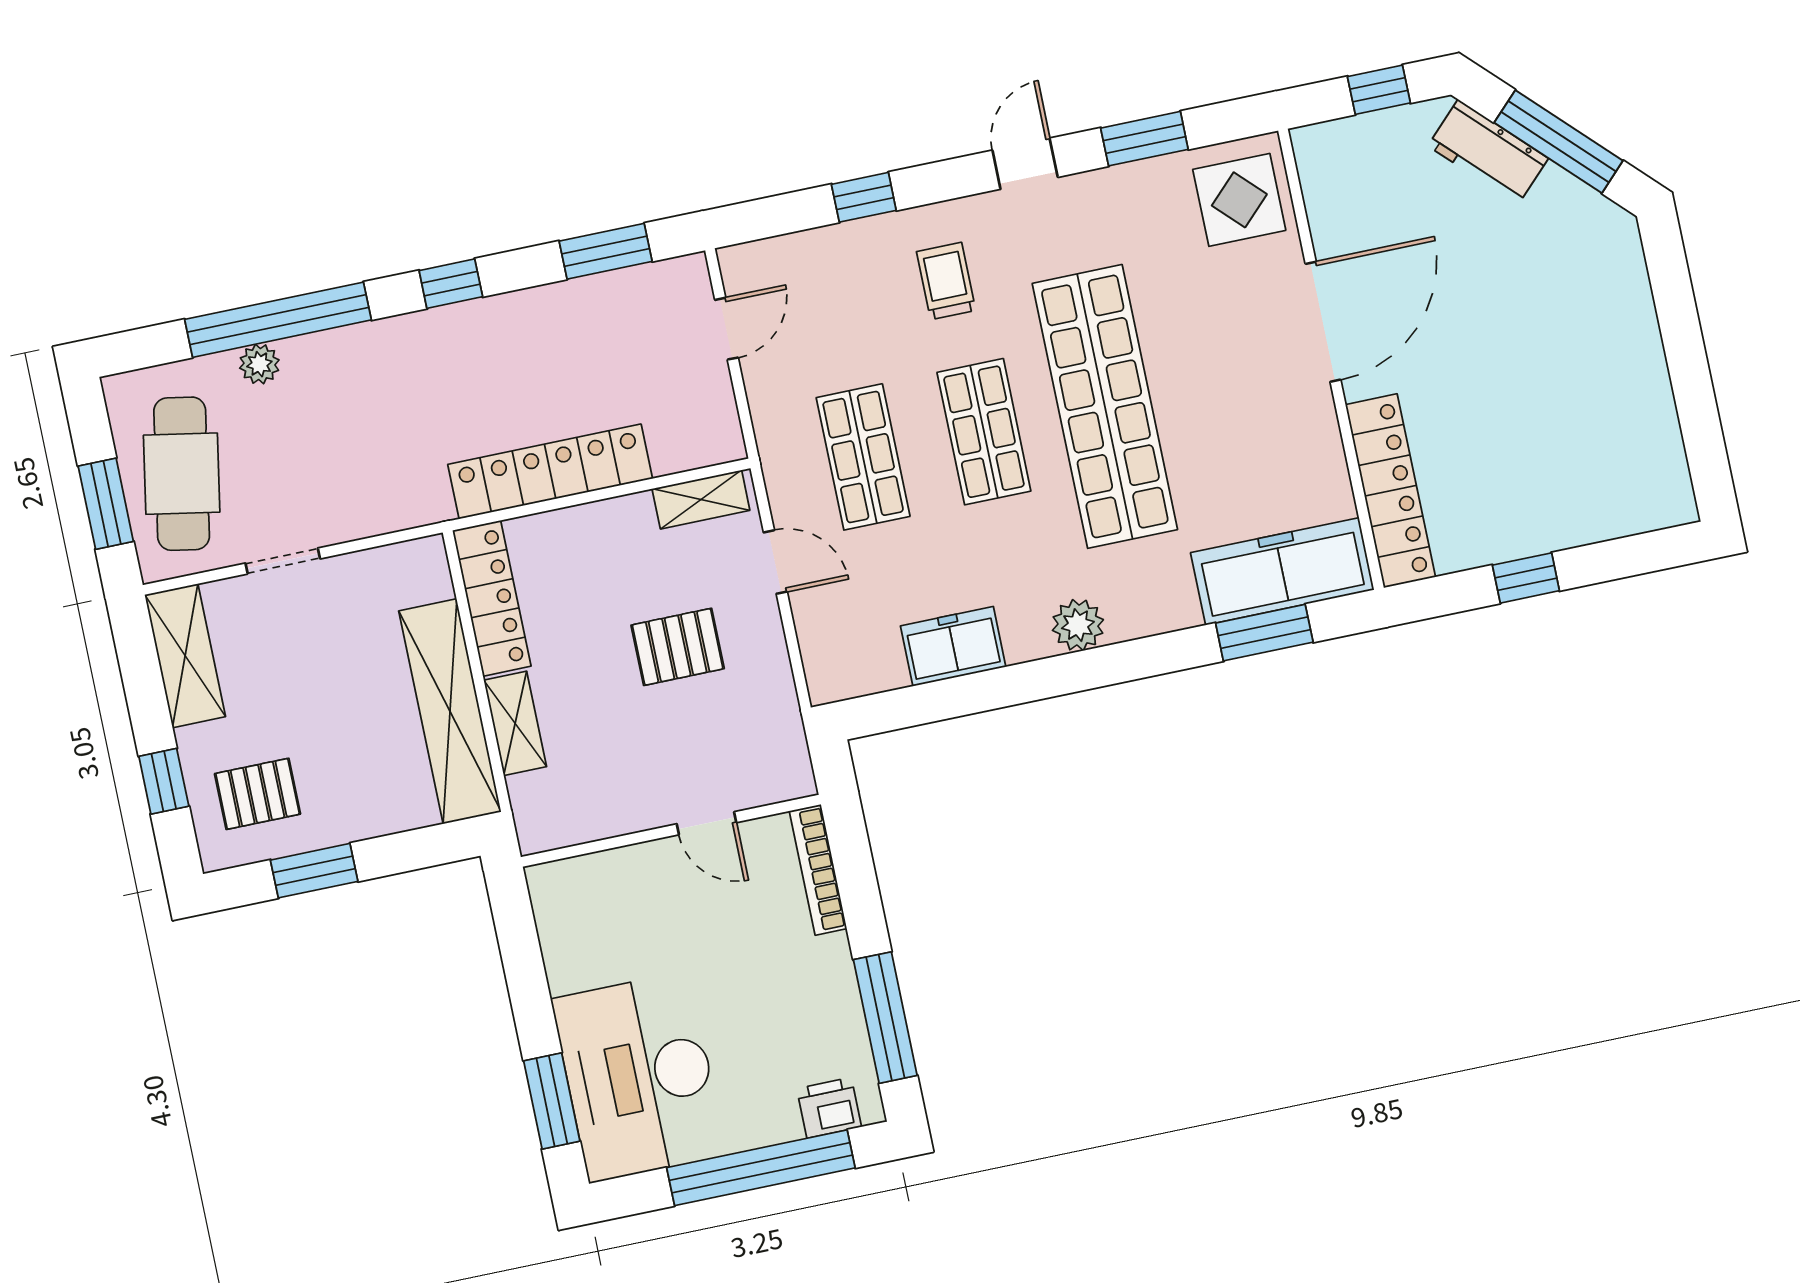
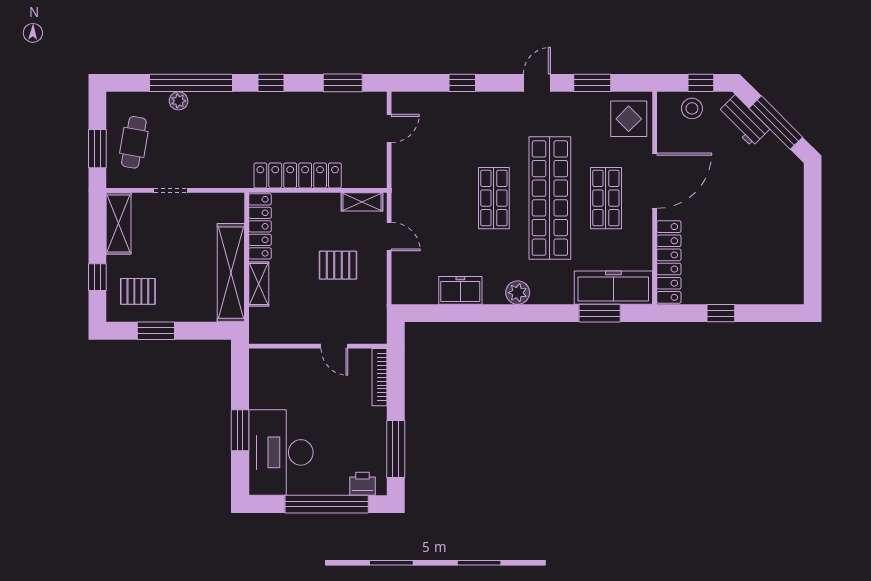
stool: (1371, 149) -> (692, 108), added
trolley: (946, 281) -> (491, 128), removed
shop shelf: (863, 457) -> (606, 198), moved
cafe table: (182, 474) -> (134, 142), width x0.73, depth x0.74
window: (552, 1101) -> (240, 430), moved

